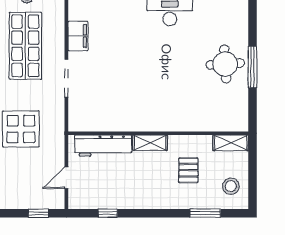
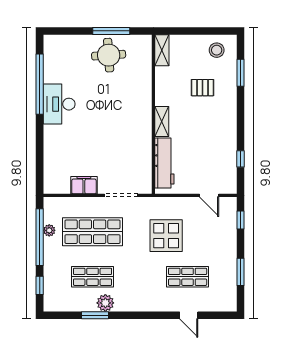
wall: (158, 133) -> (153, 114), moved
shelving: (150, 143) -> (162, 121), moved
shelving: (231, 143) -> (162, 50), moved
workbench: (103, 146) -> (164, 163), moved

